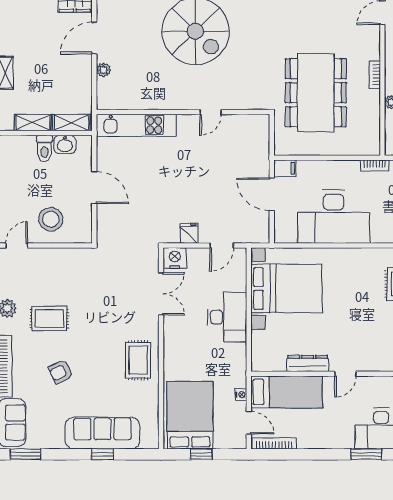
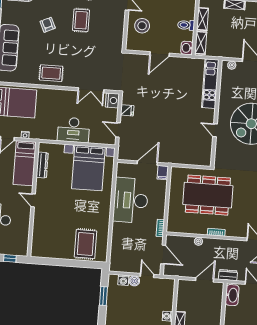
wall: (183, 112) -> (216, 113), moved
door: (211, 112) -> (215, 130), moved
kitchen unit: (136, 125) -> (210, 84), moved
washbasin: (65, 144) -> (187, 48), moved
dresser: (308, 364) -> (42, 165), moved

